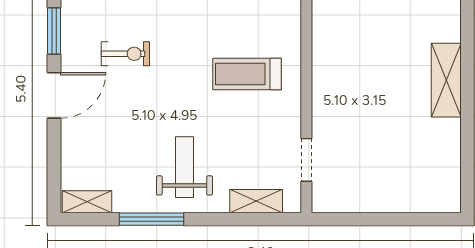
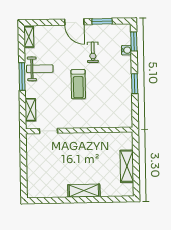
treadmill: (247, 74) -> (78, 84), moved, turned 180
weight bench: (184, 167) -> (40, 69), moved
window: (151, 219) -> (22, 77), moved

